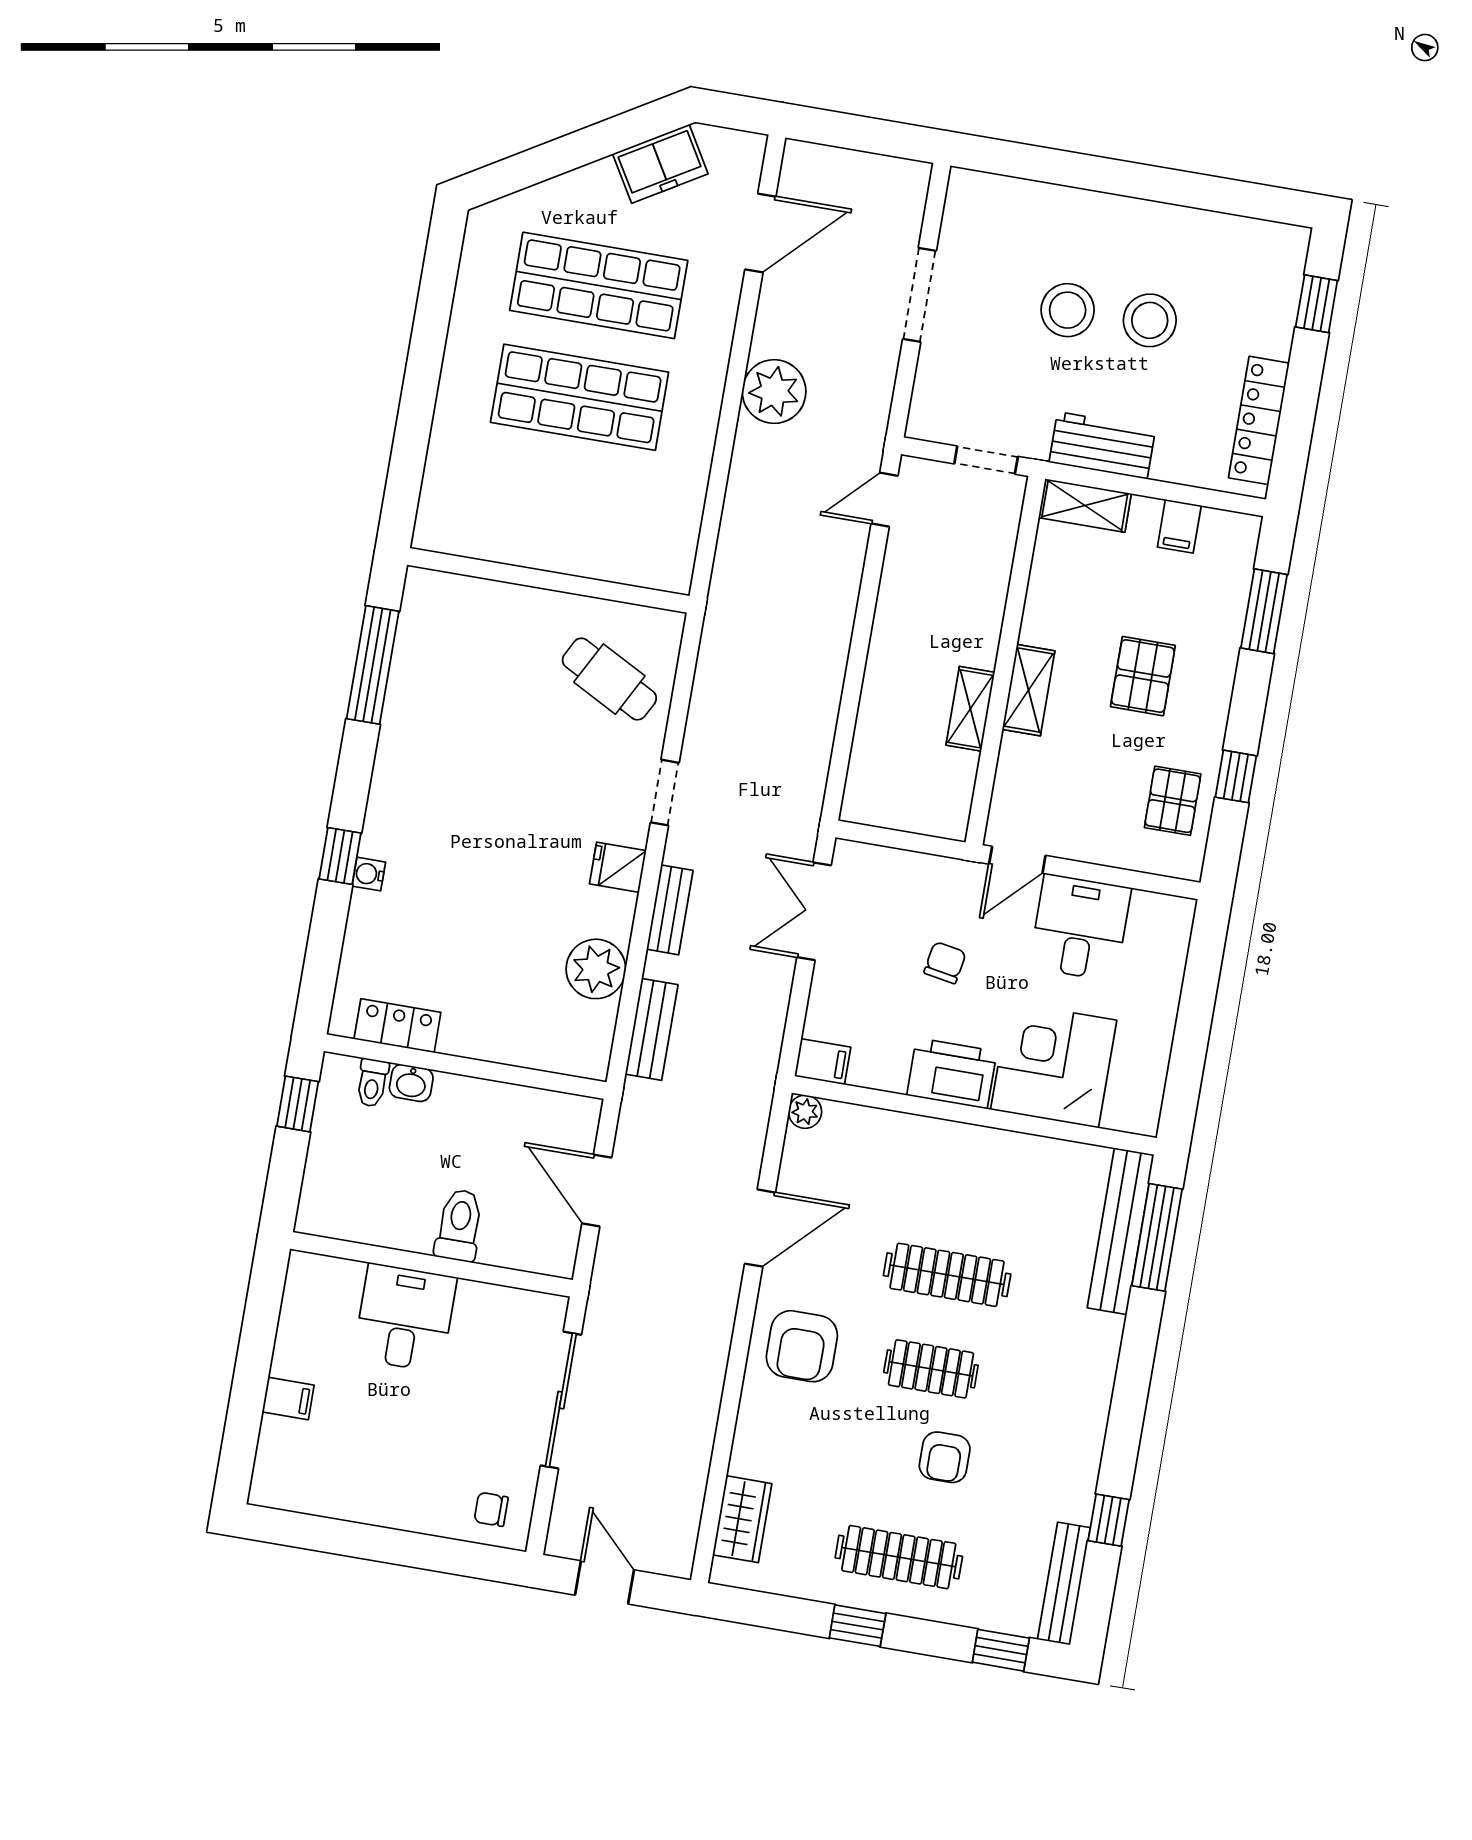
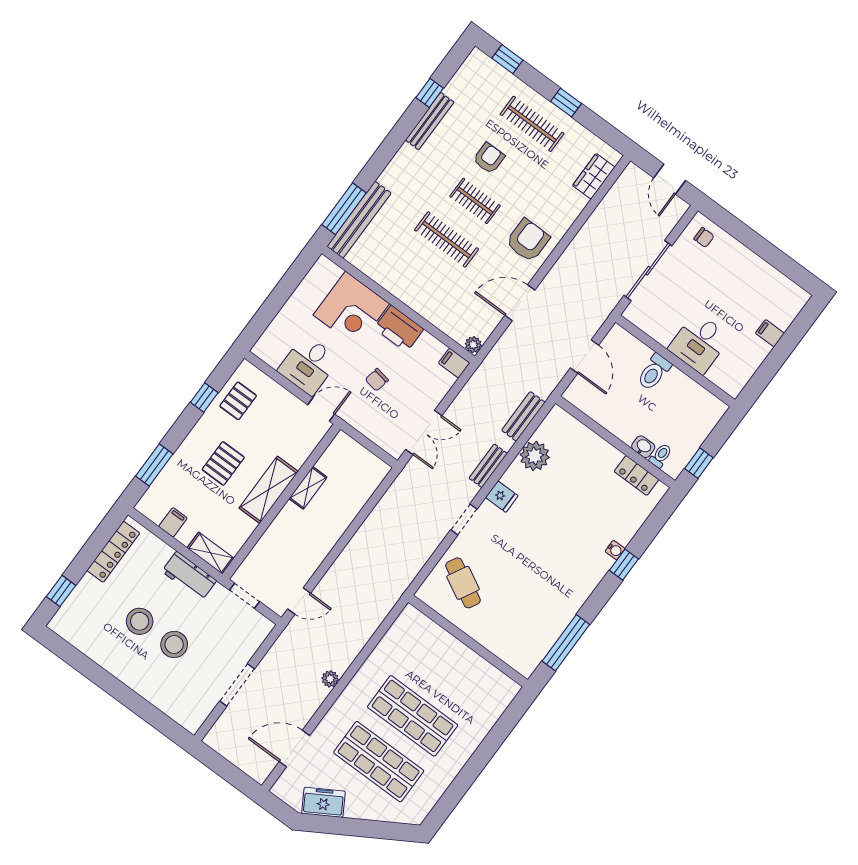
plant: (774, 392) -> (330, 679), width x0.53, depth x0.53
shelving: (1028, 690) -> (269, 490), width x1.50, depth x1.33
bench: (1064, 1584) -> (430, 121), moved

